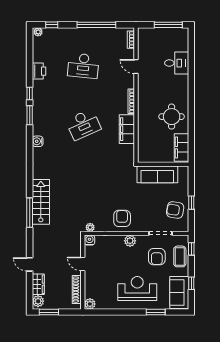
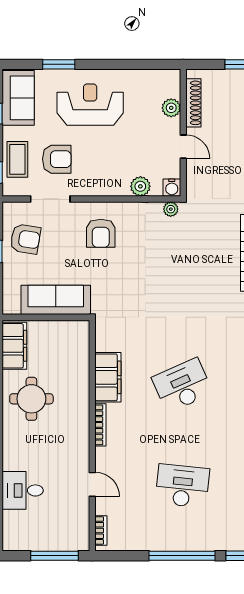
window: (96, 25) -> (182, 556), moved
window: (168, 25) -> (55, 556), moved
armchair: (122, 218) -> (101, 233), moved
plant: (130, 241) -> (140, 186), moved
armchair: (157, 257) -> (57, 159), turned 90
reception desk: (137, 289) -> (90, 105), turned 180
plant: (90, 304) -> (171, 108), moved

